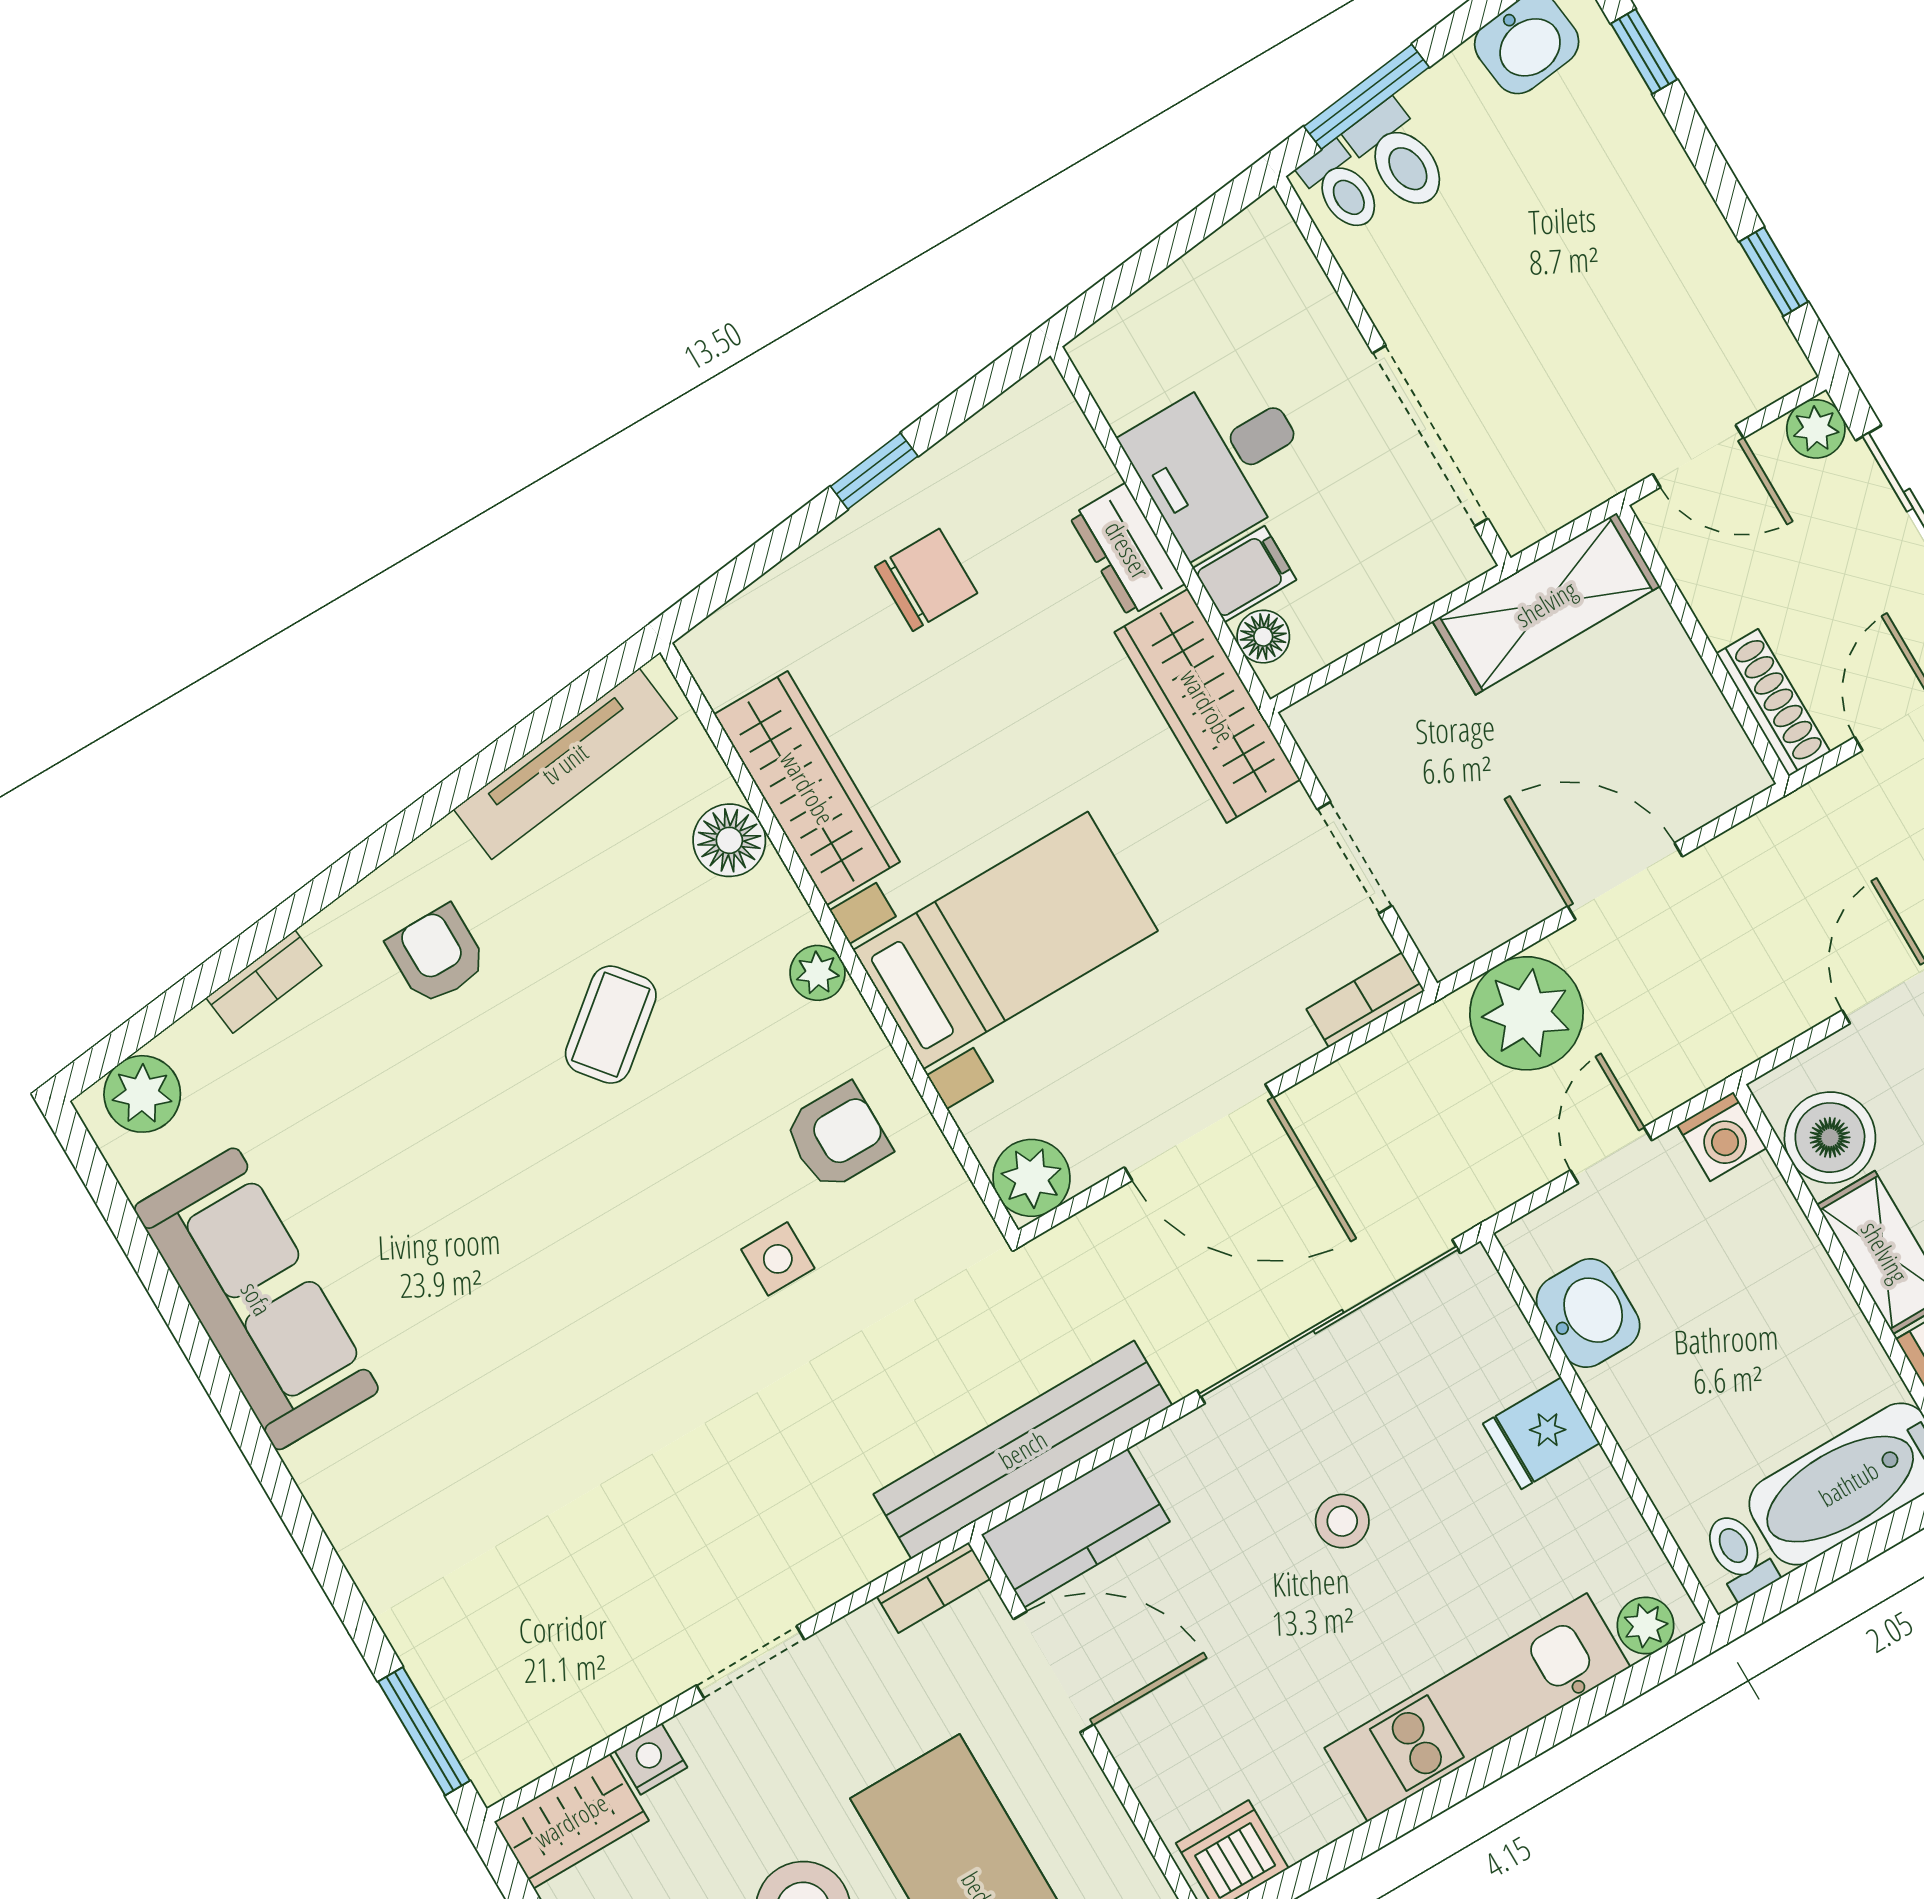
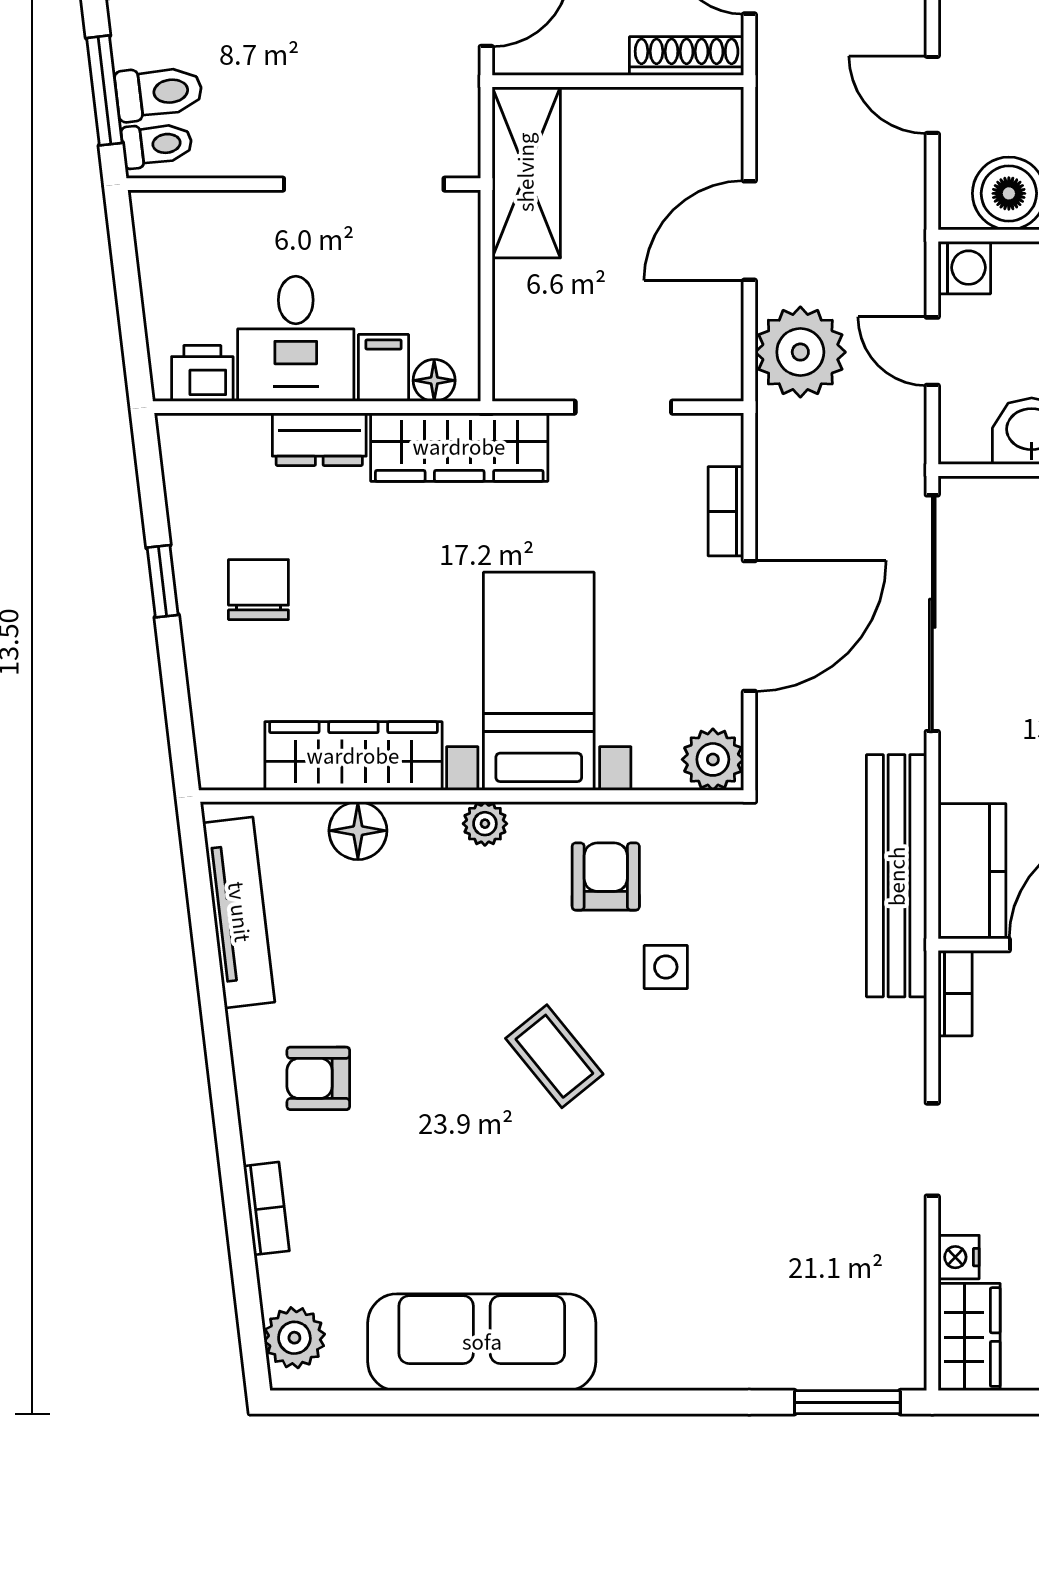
printer: (1124, 382) -> (202, 373), added
bookcase: (1366, 1000) -> (726, 511), moved
coffee table: (611, 1025) -> (554, 1056), moved

